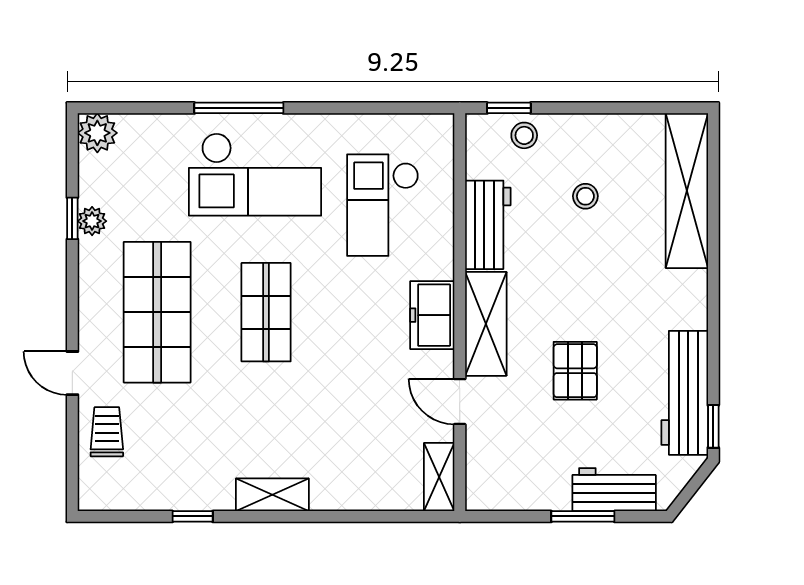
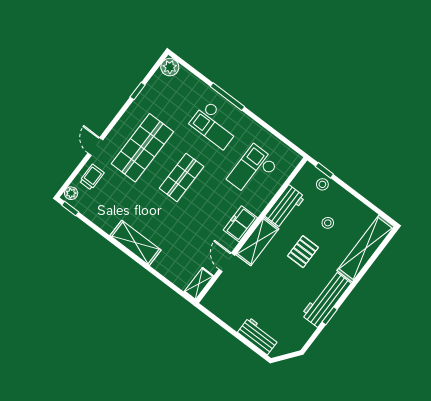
checkout: (255, 174) -> (215, 125), width x0.73, depth x0.83
plant: (92, 221) -> (71, 193), moved
pallet: (575, 371) -> (303, 252), moved
workbench: (685, 393) -> (326, 299), moved
window: (713, 426) -> (330, 316), moved
shelving: (272, 495) -> (136, 243), width x1.50, depth x1.33
window: (193, 516) -> (70, 209), moved
window: (583, 516) -> (240, 337), removed

